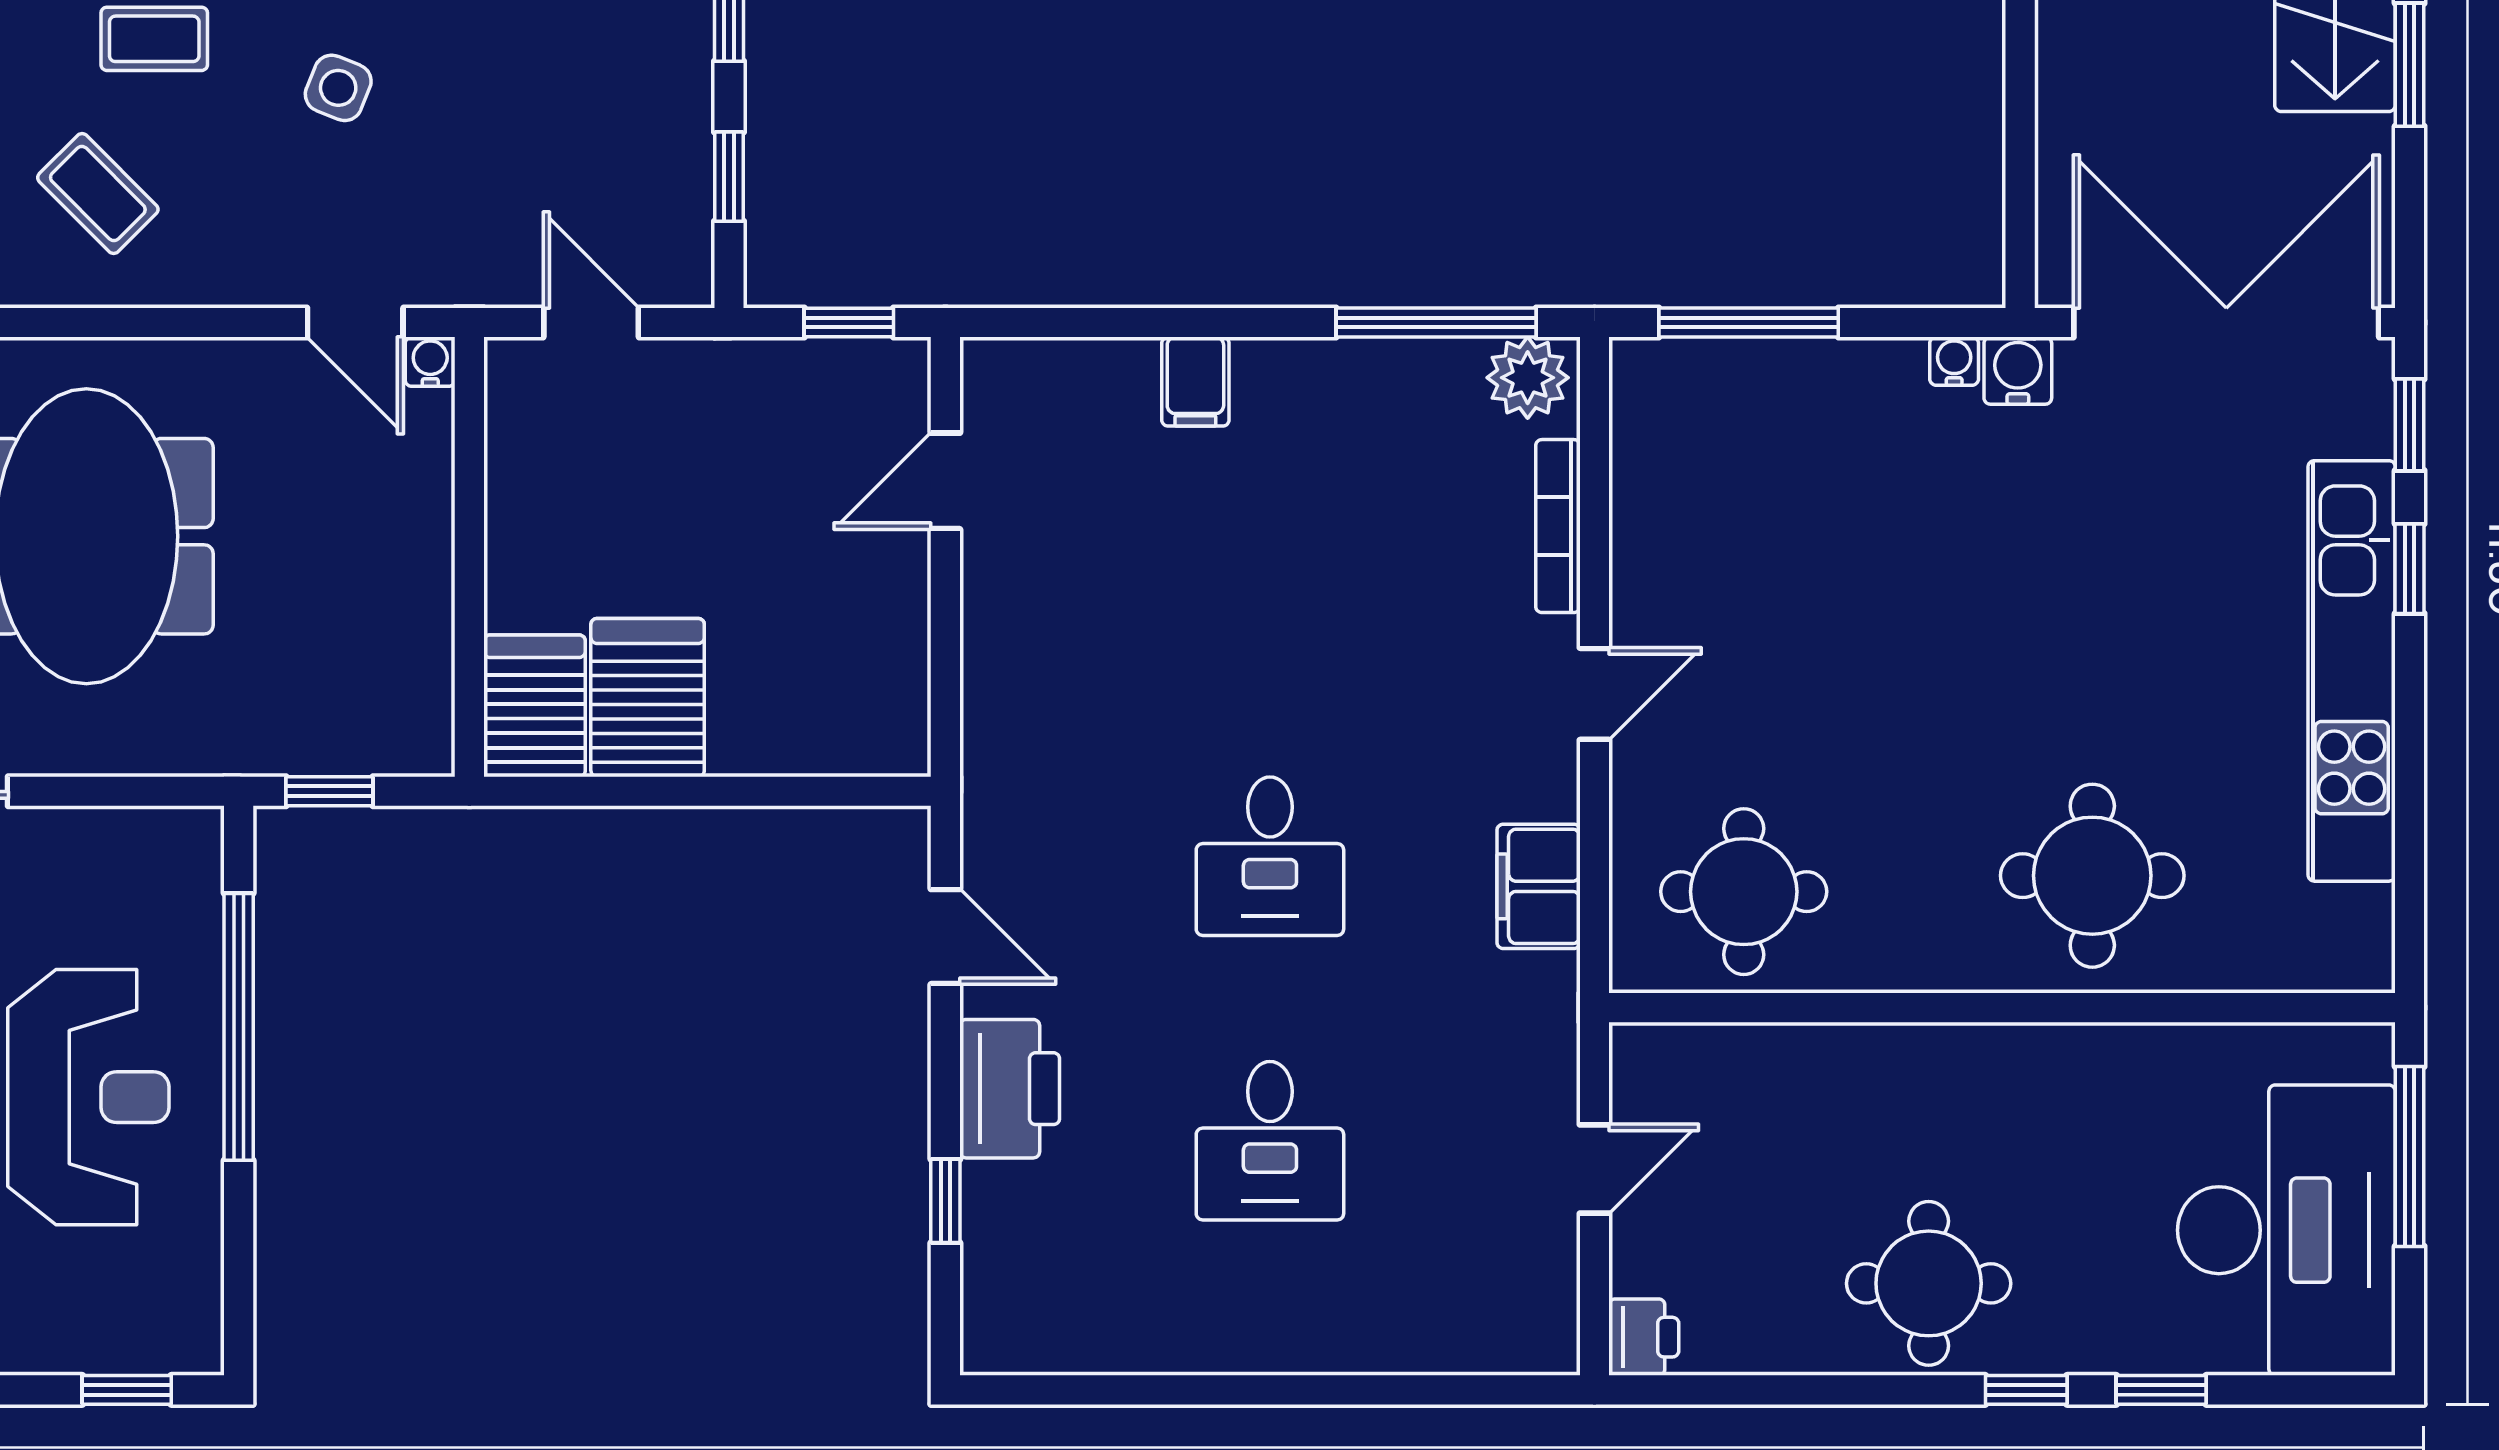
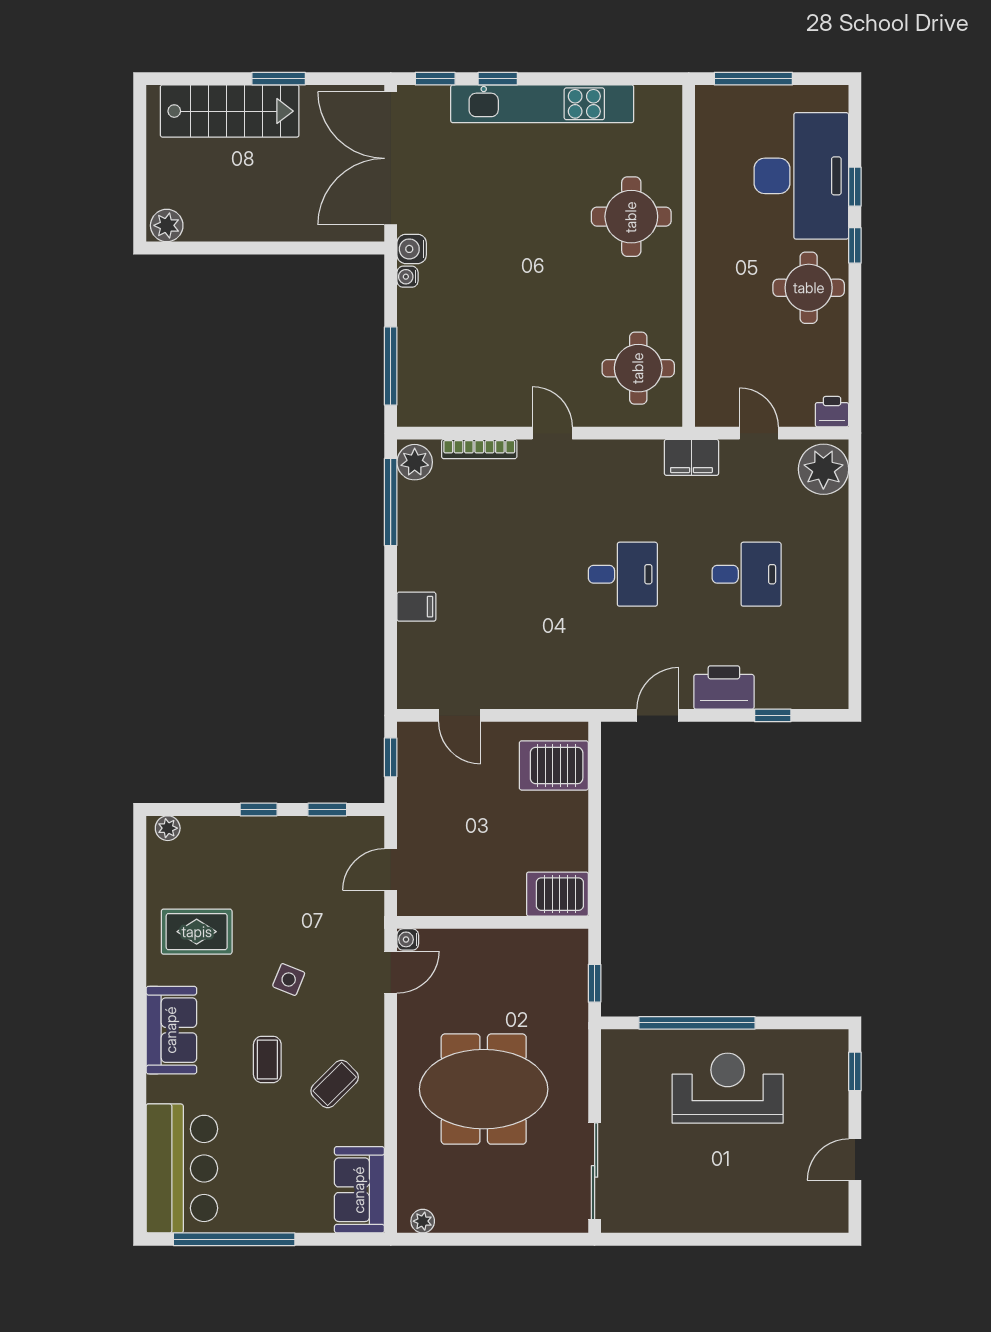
server rack: (648, 698) -> (554, 765), moved
filing cabinet: (1539, 886) -> (691, 457), moved
desk: (2286, 1230) -> (801, 176), moved, turned 90
plant: (1511, 1318) -> (823, 469), added

